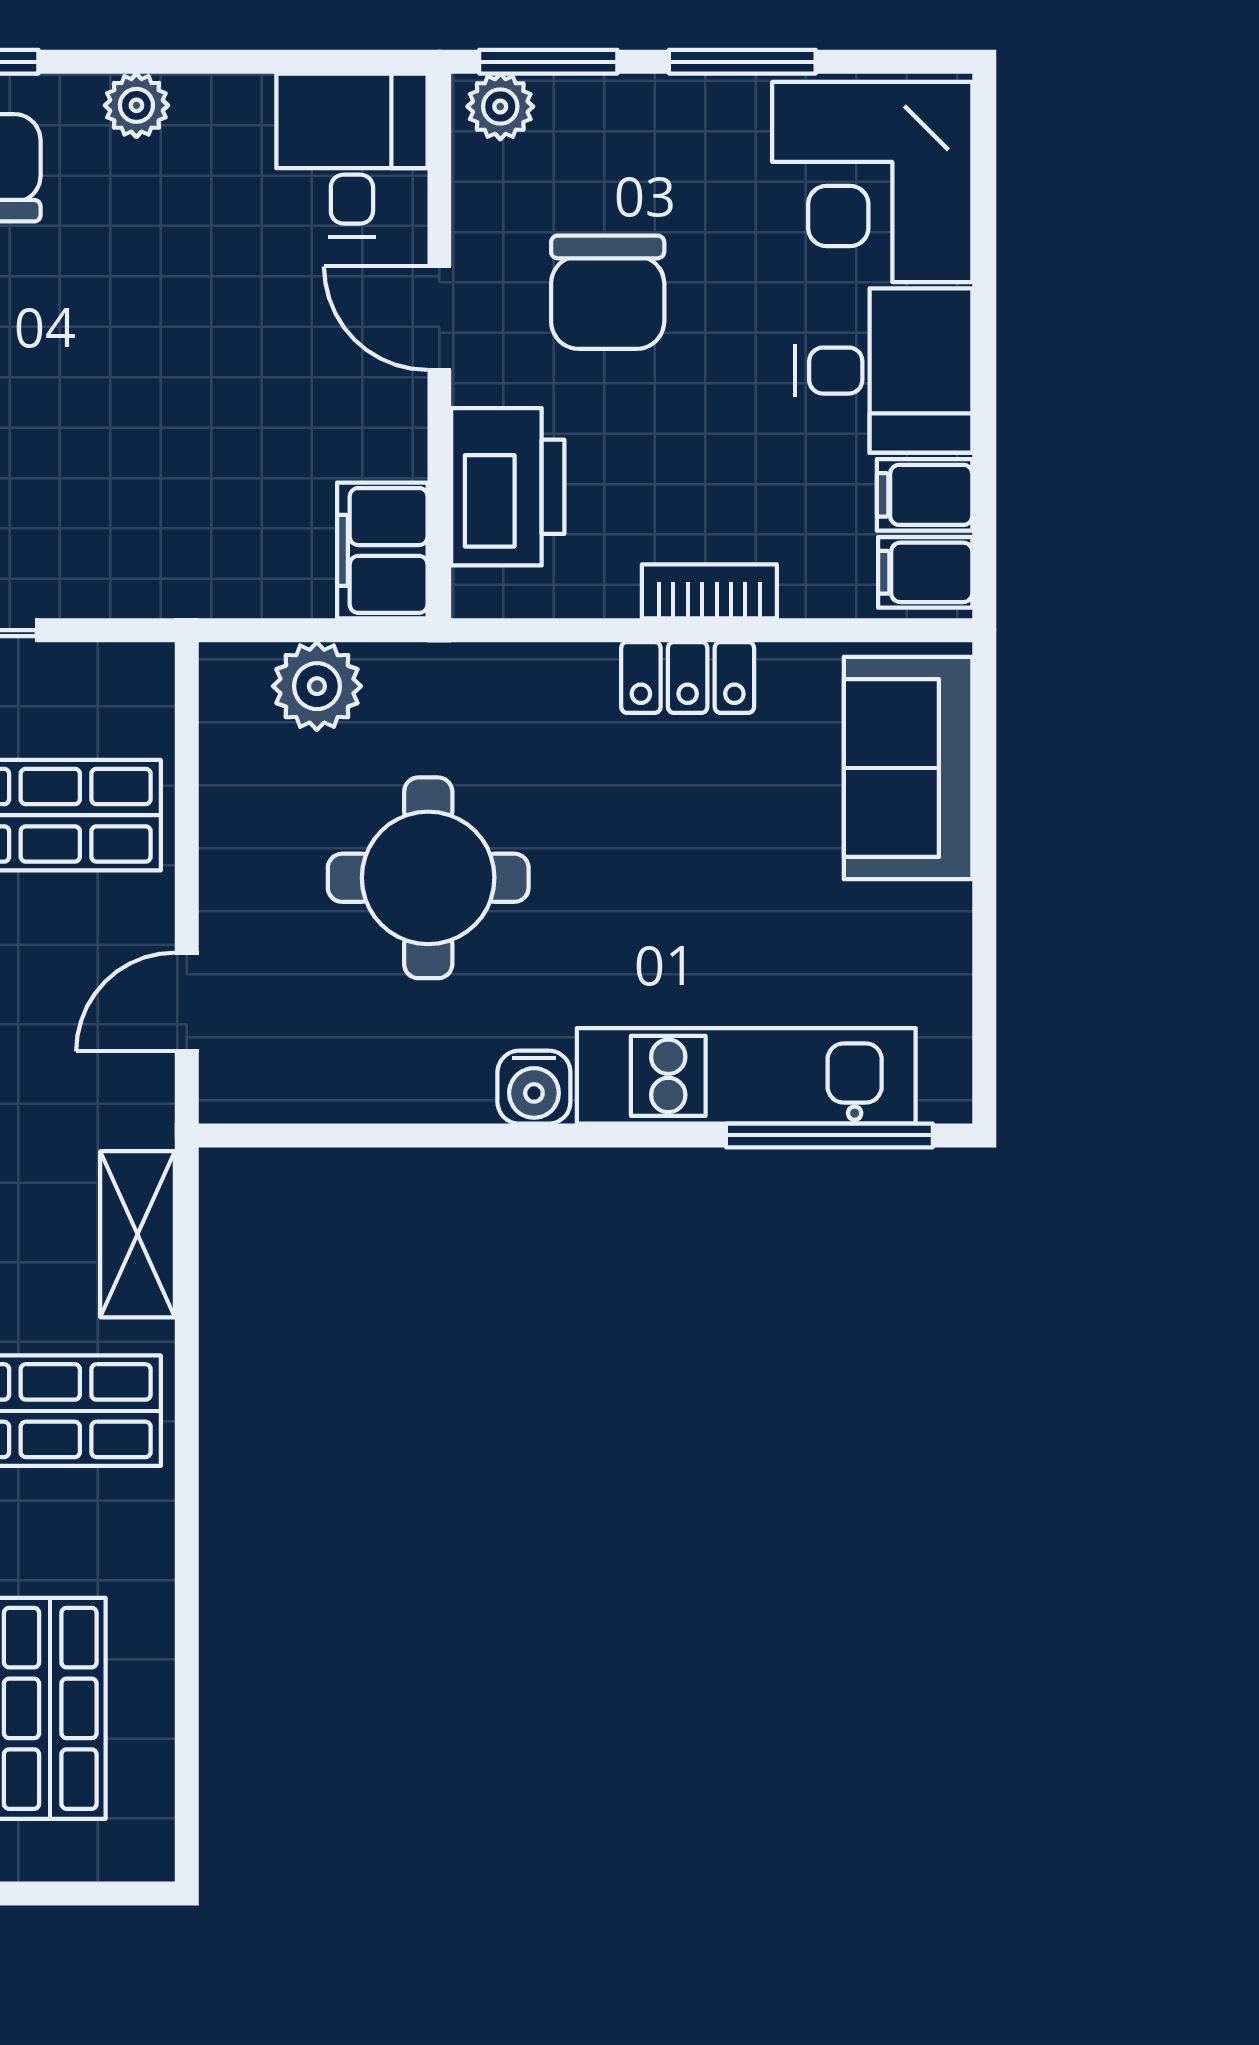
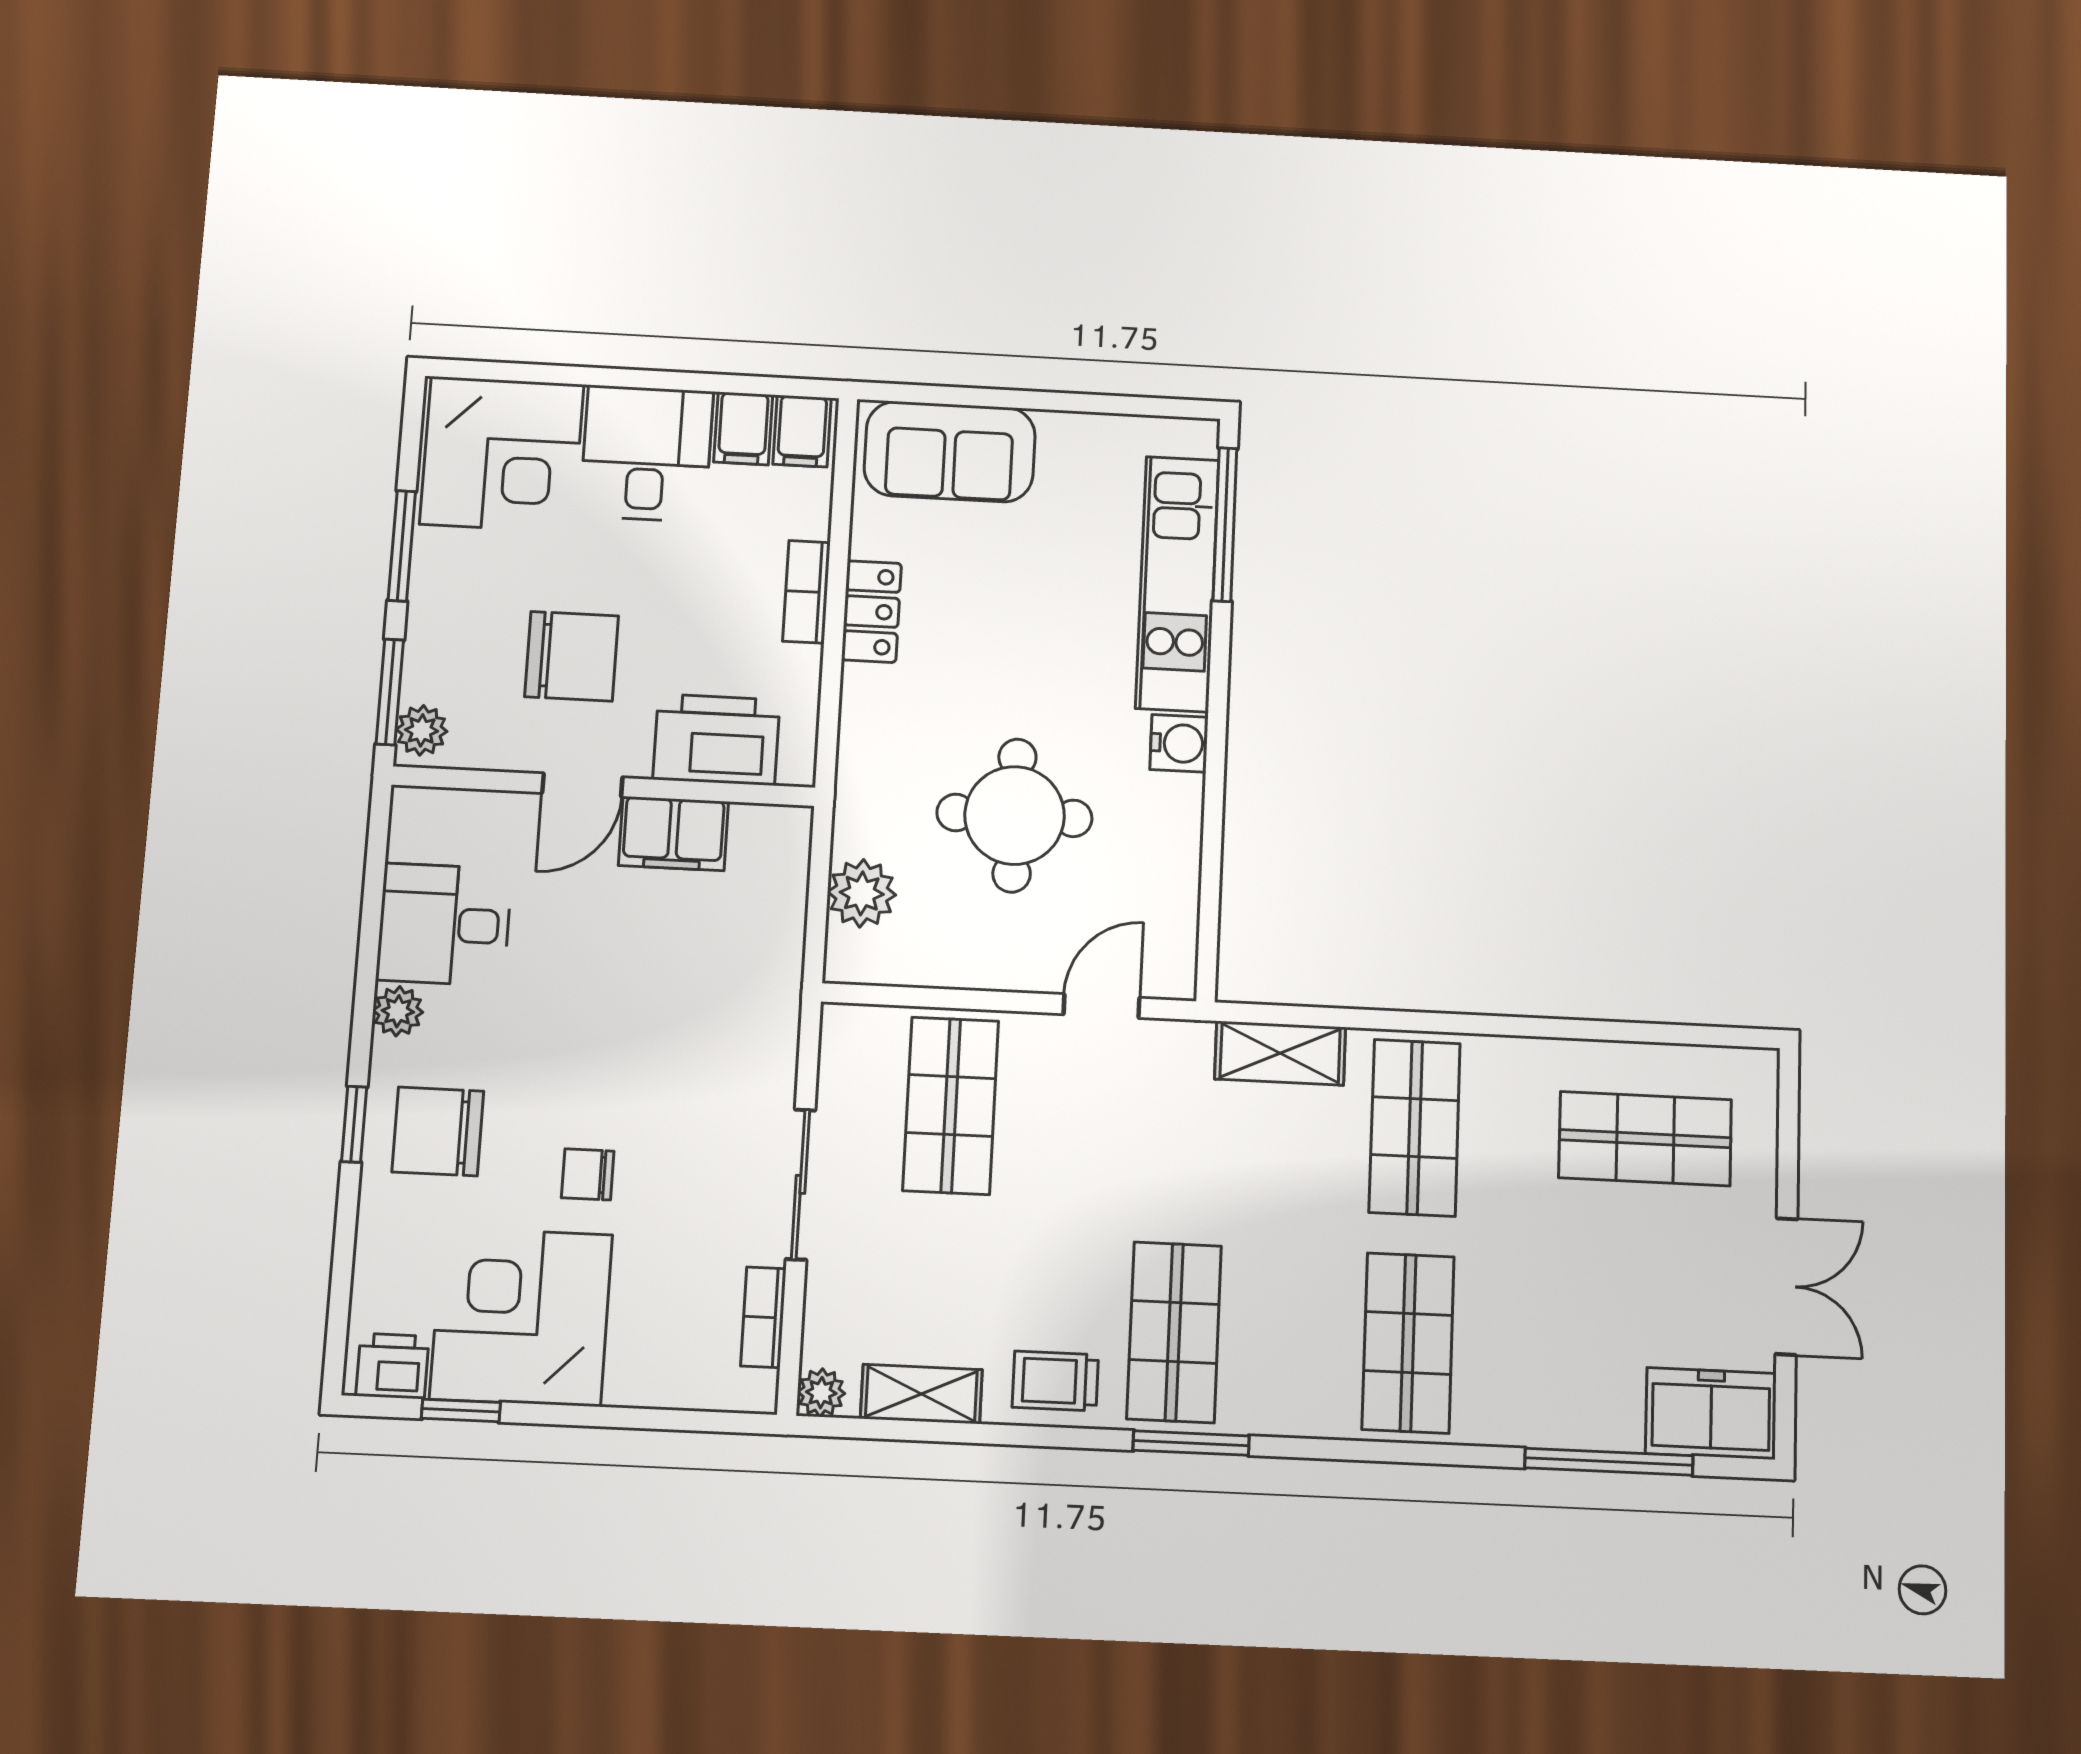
desk: (352, 155) -> (444, 924), moved
filing cabinet: (382, 550) -> (673, 834), moved
door: (187, 1002) -> (1102, 1006), swing flipped

